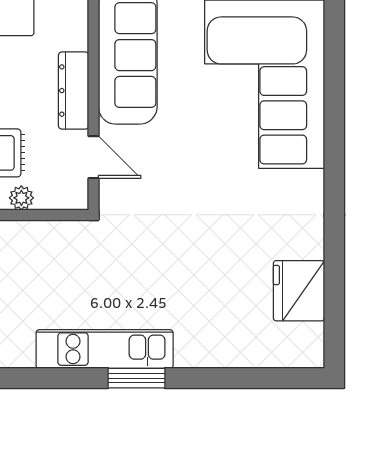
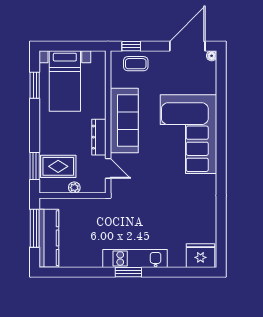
fridge: (299, 291) -> (200, 256), moved, turned 90
kitchen unit: (105, 349) -> (135, 258), moved

